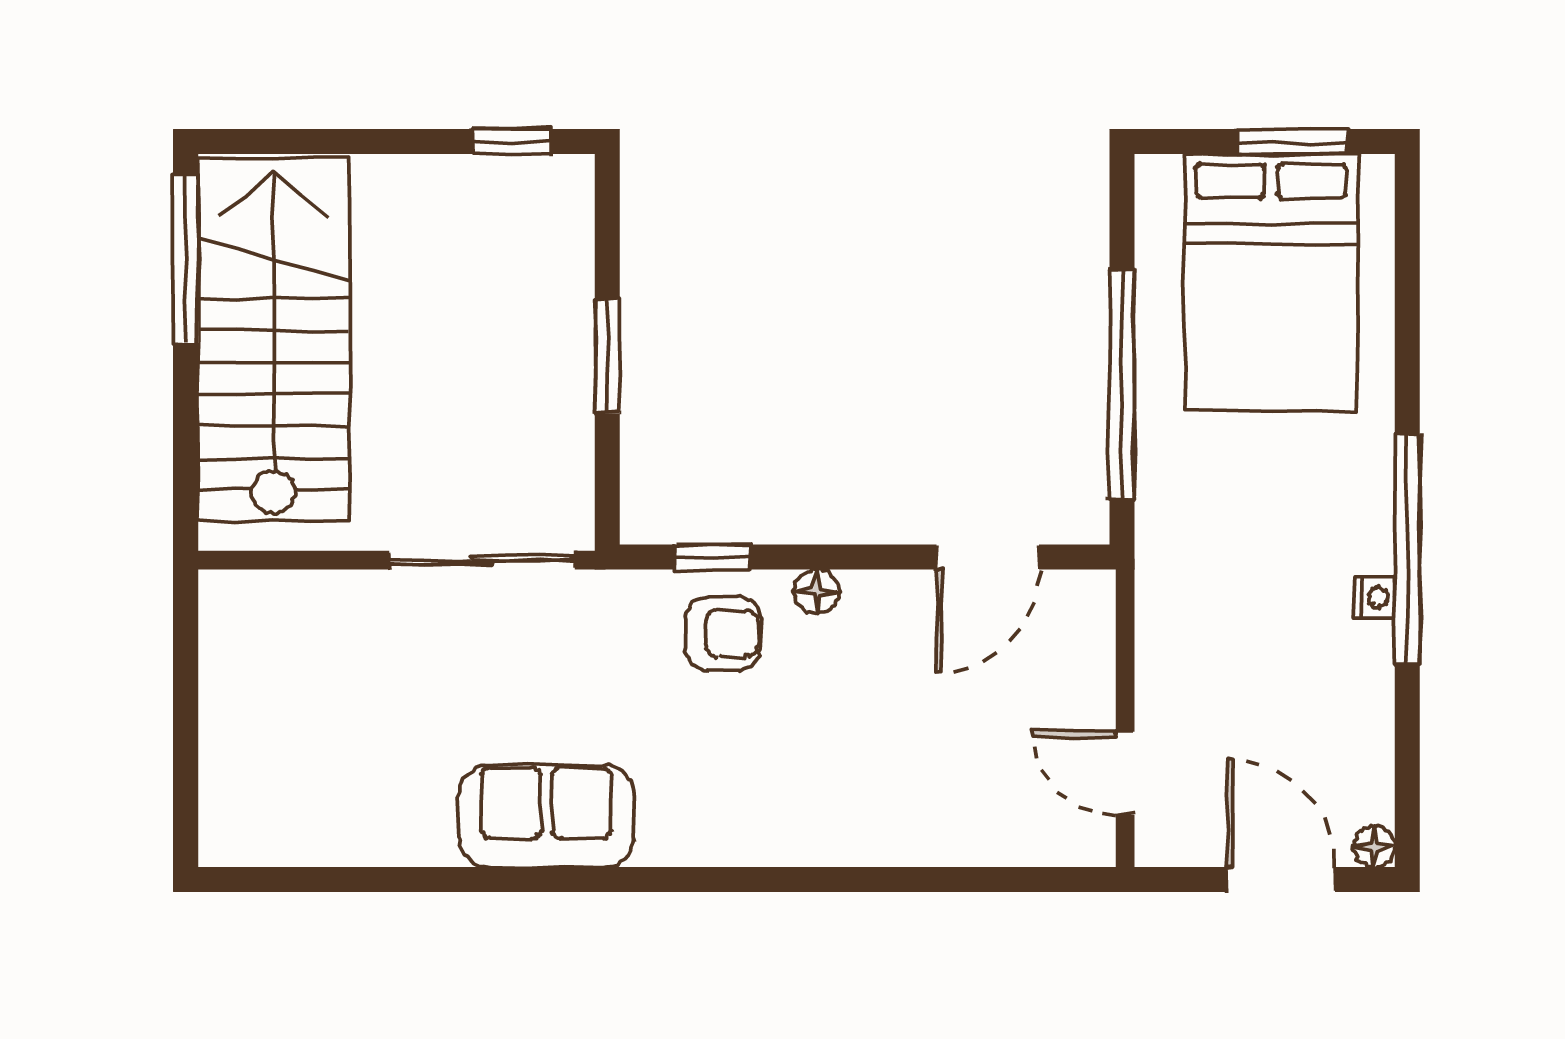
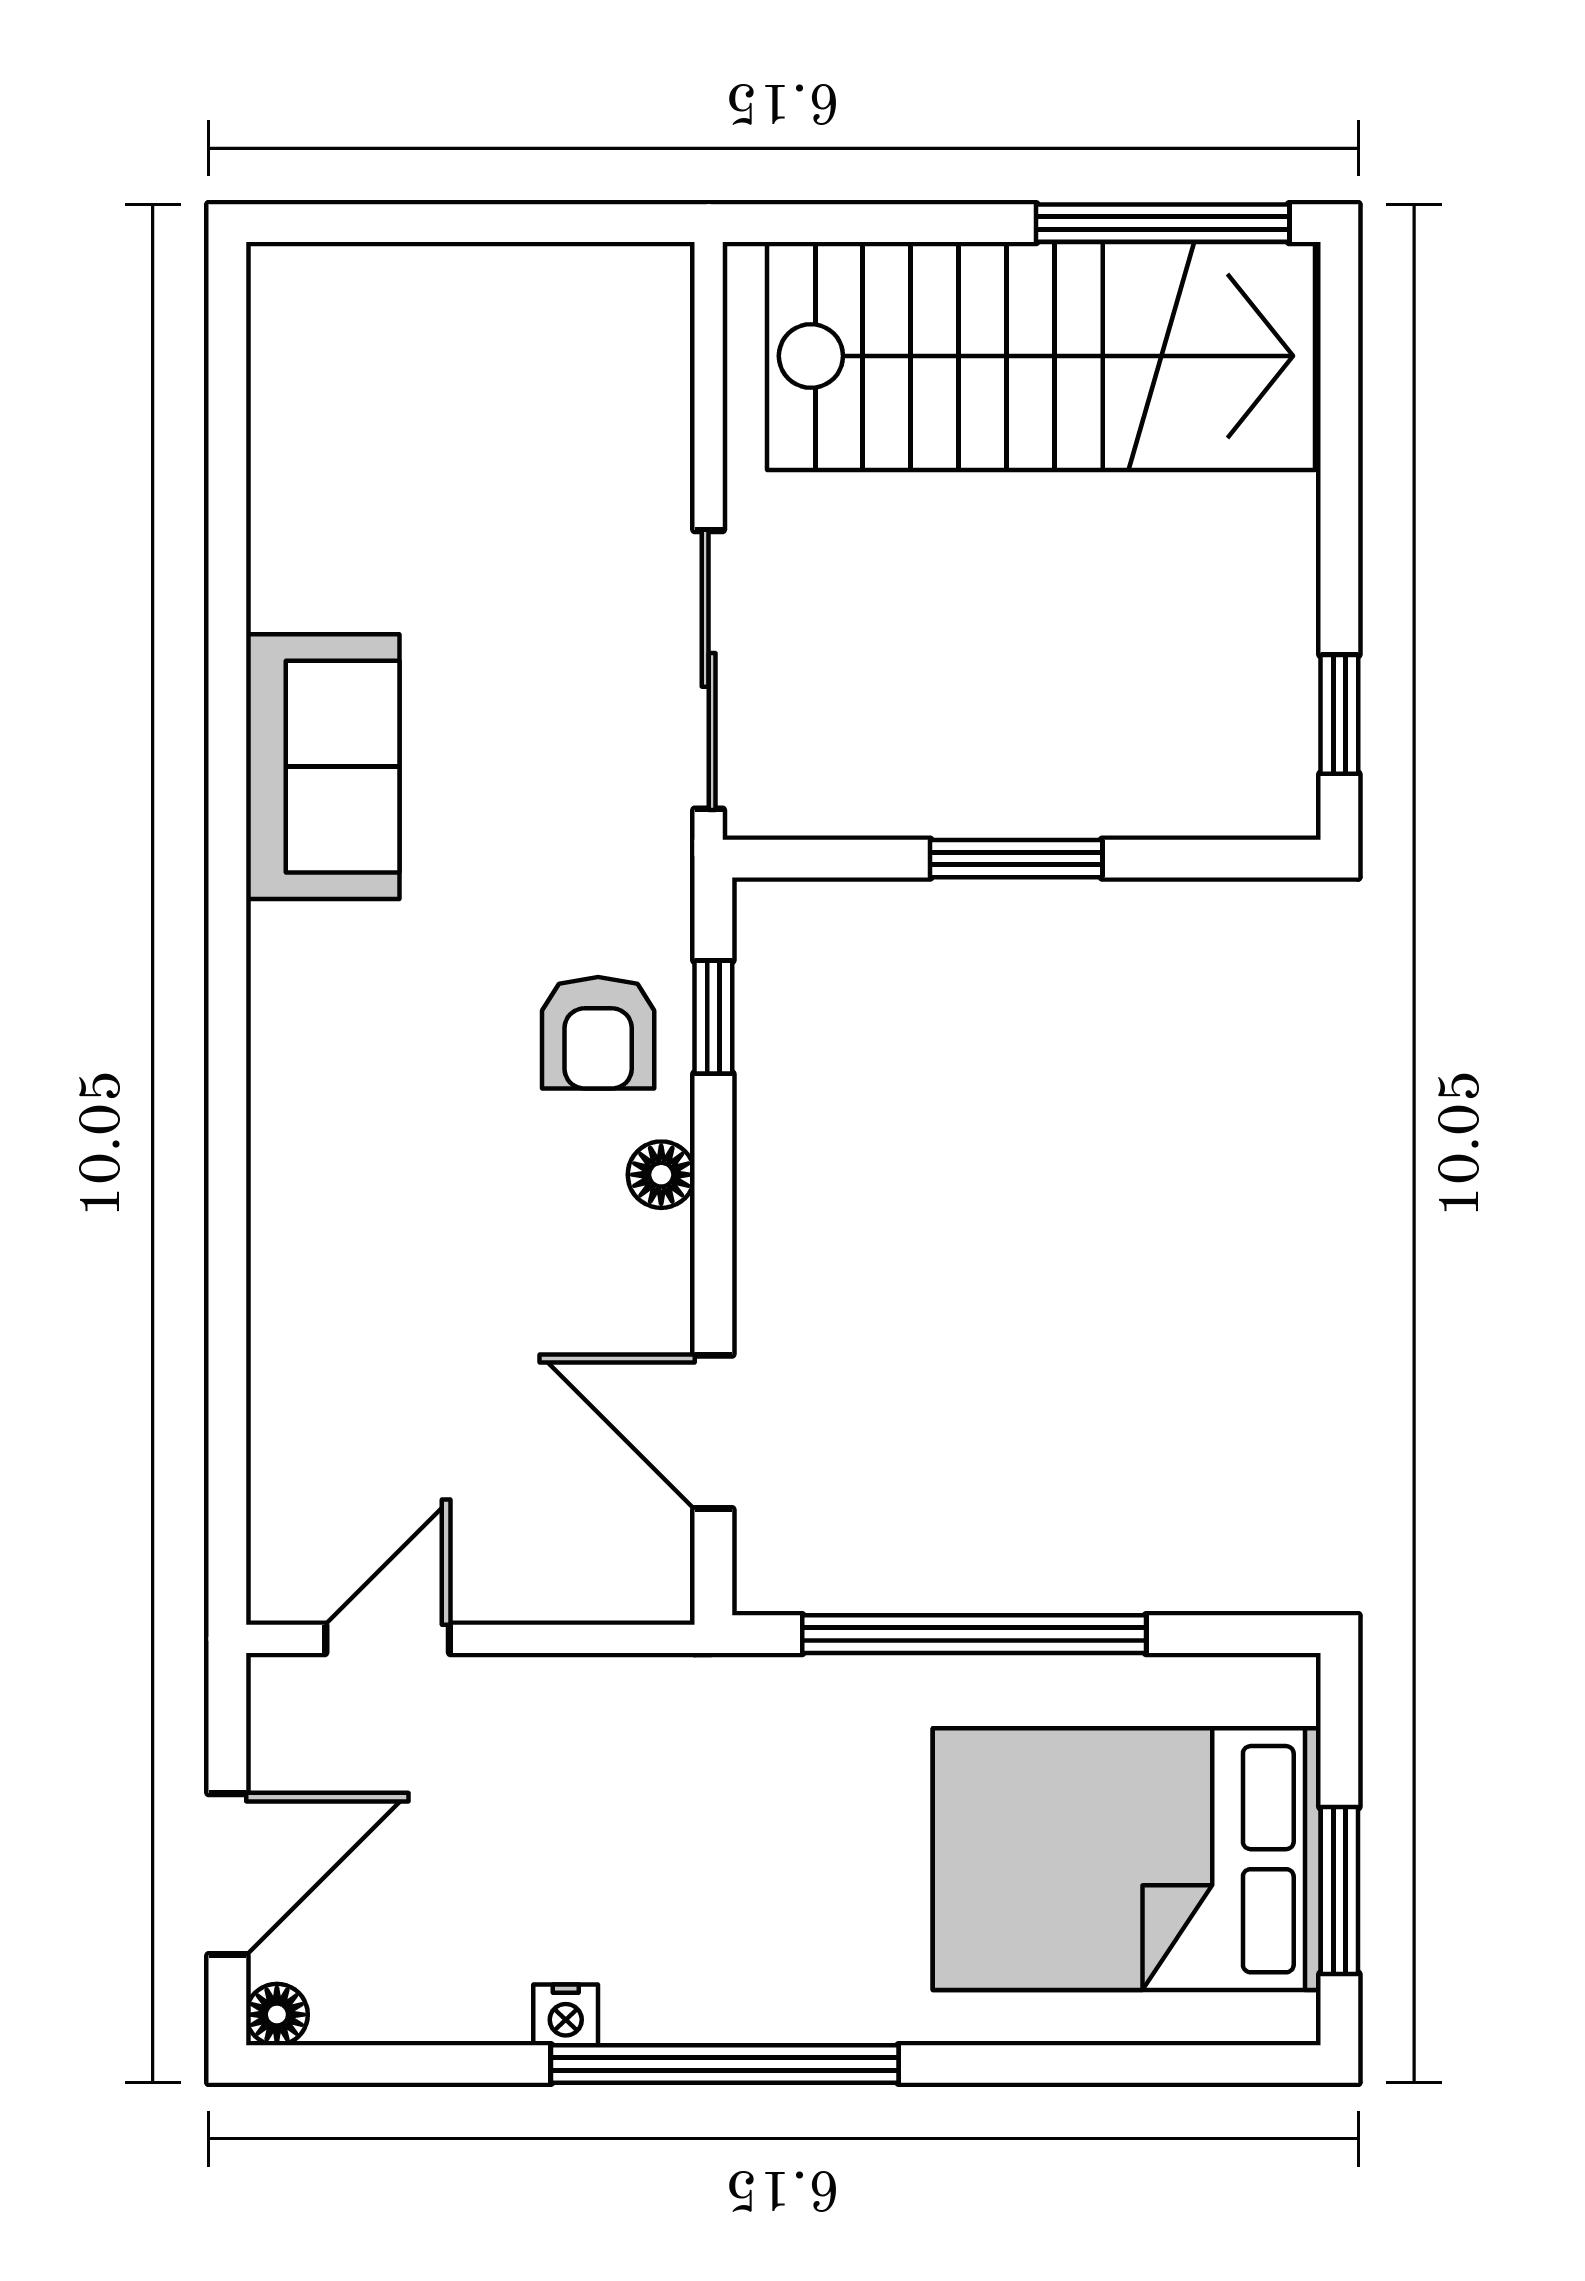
nightstand: (1375, 597) -> (566, 2015), moved

